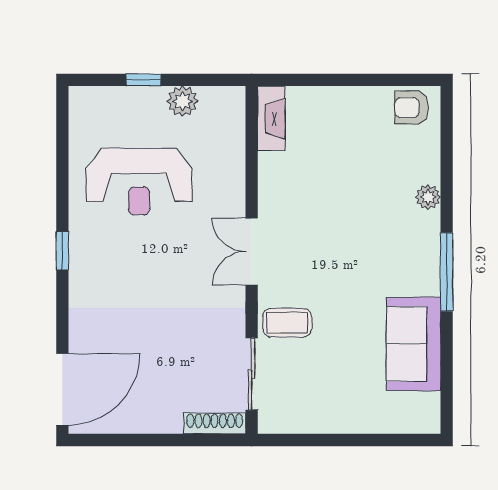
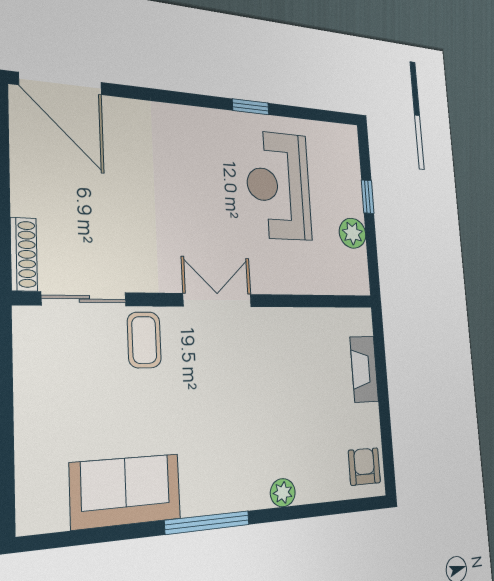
fireplace: (271, 119) -> (364, 369), moved, turned 90
window: (62, 251) -> (251, 107), moved

